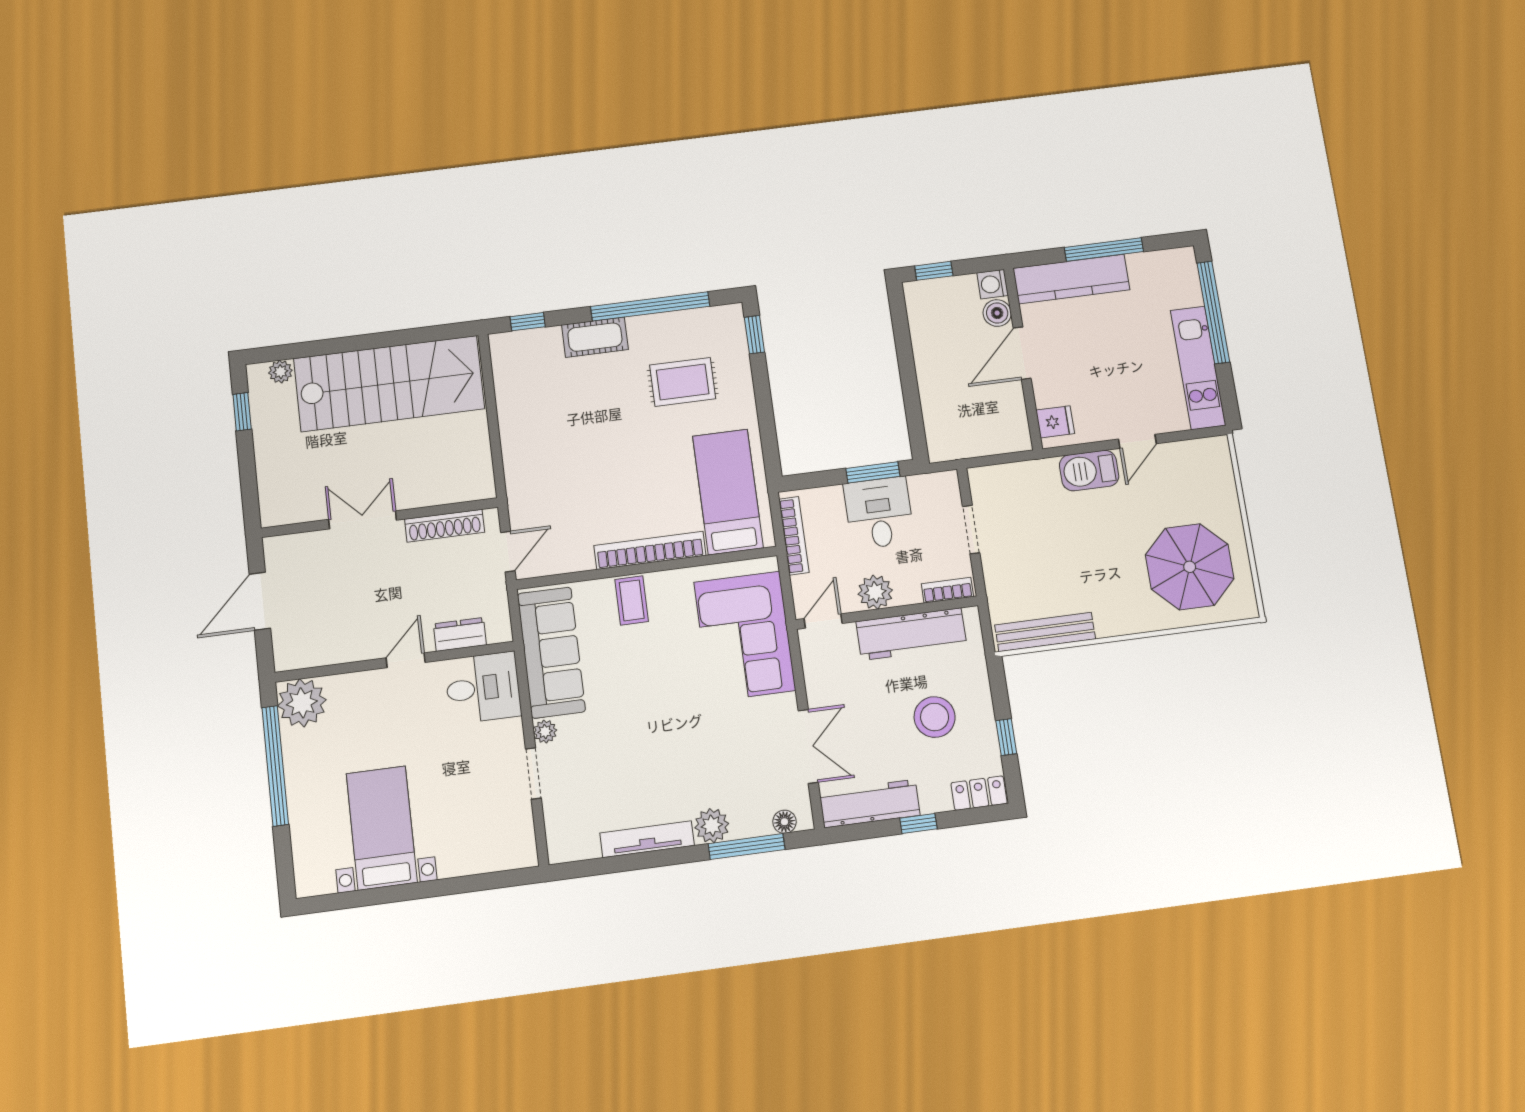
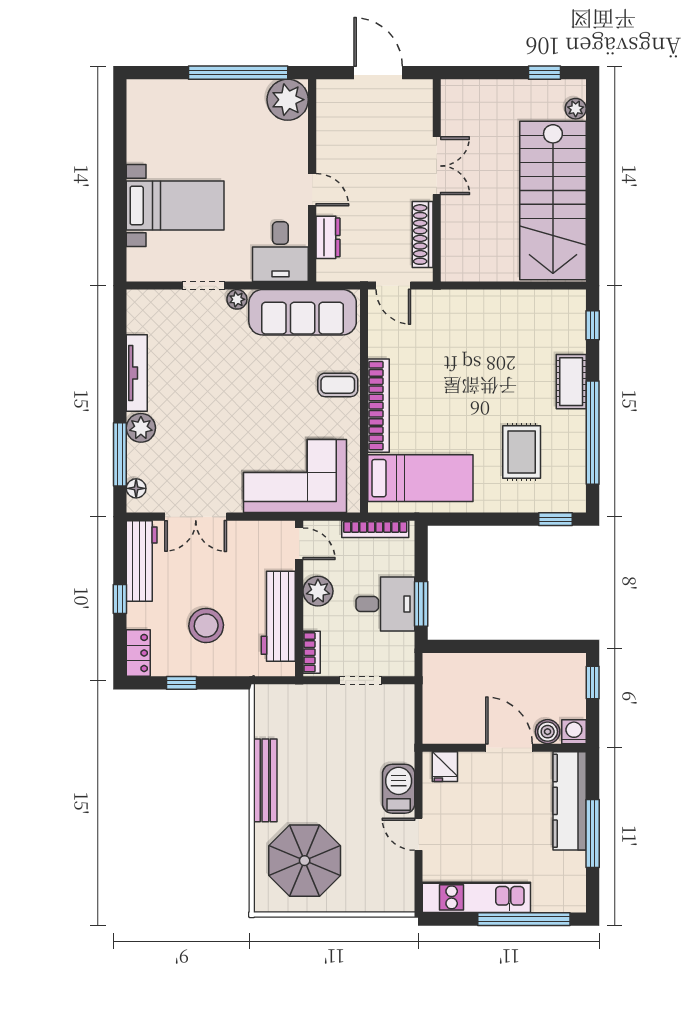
bench: (1045, 632) -> (265, 780), moved
bed with nightstands: (382, 828) -> (175, 205), moved

